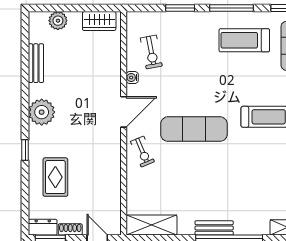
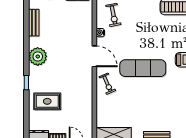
door: (124, 112) -> (94, 56), hinge flipped
rug: (55, 177) -> (47, 101), turned 90

